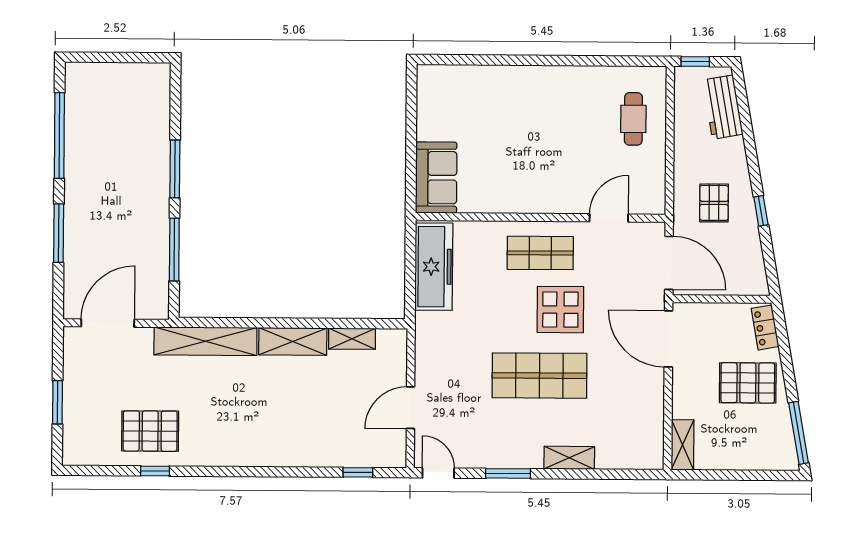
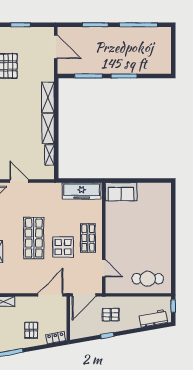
cafe table: (633, 119) -> (148, 279), width x1.37, depth x1.35
shelving: (205, 341) -> (48, 97), width x0.68
pallet: (748, 383) -> (31, 330), width x0.67, depth x0.71

